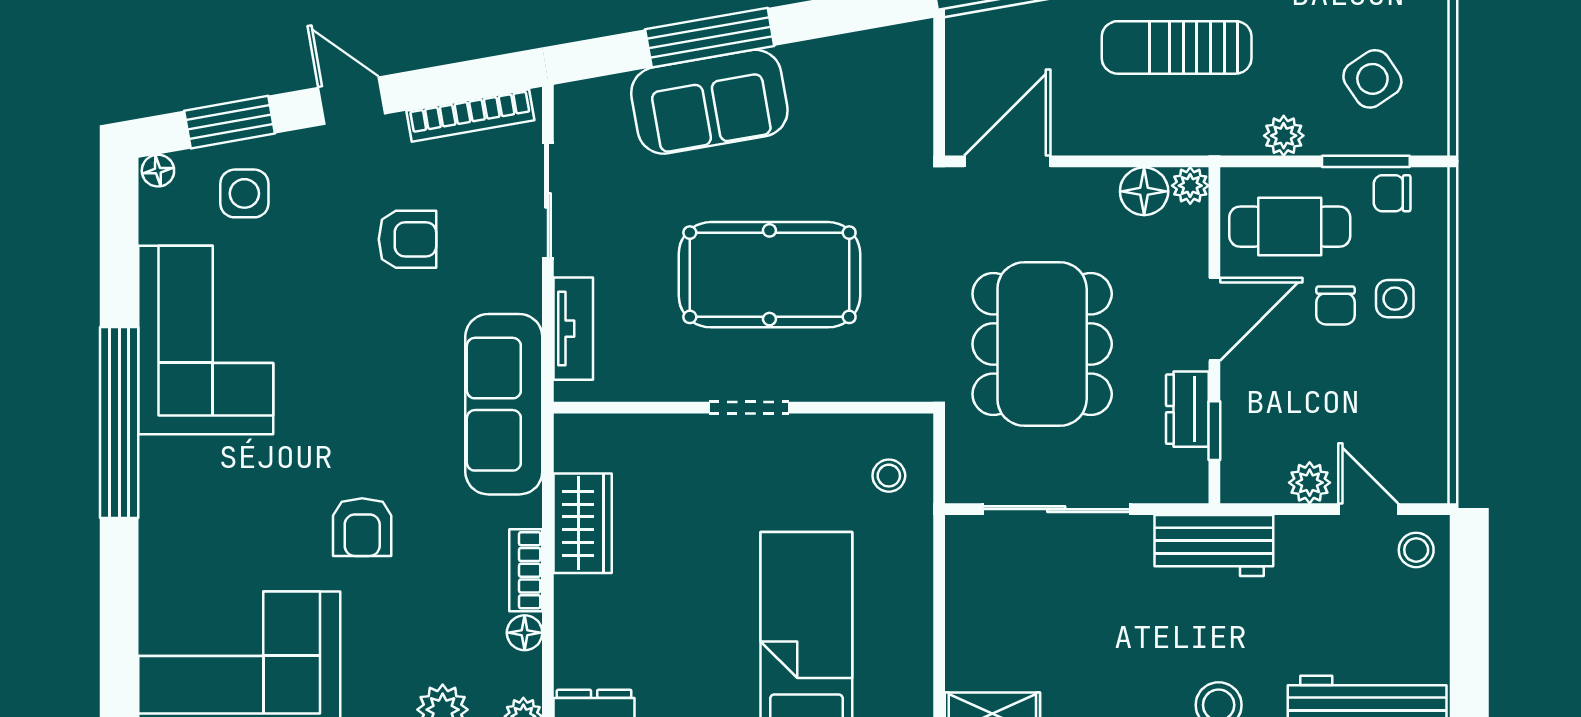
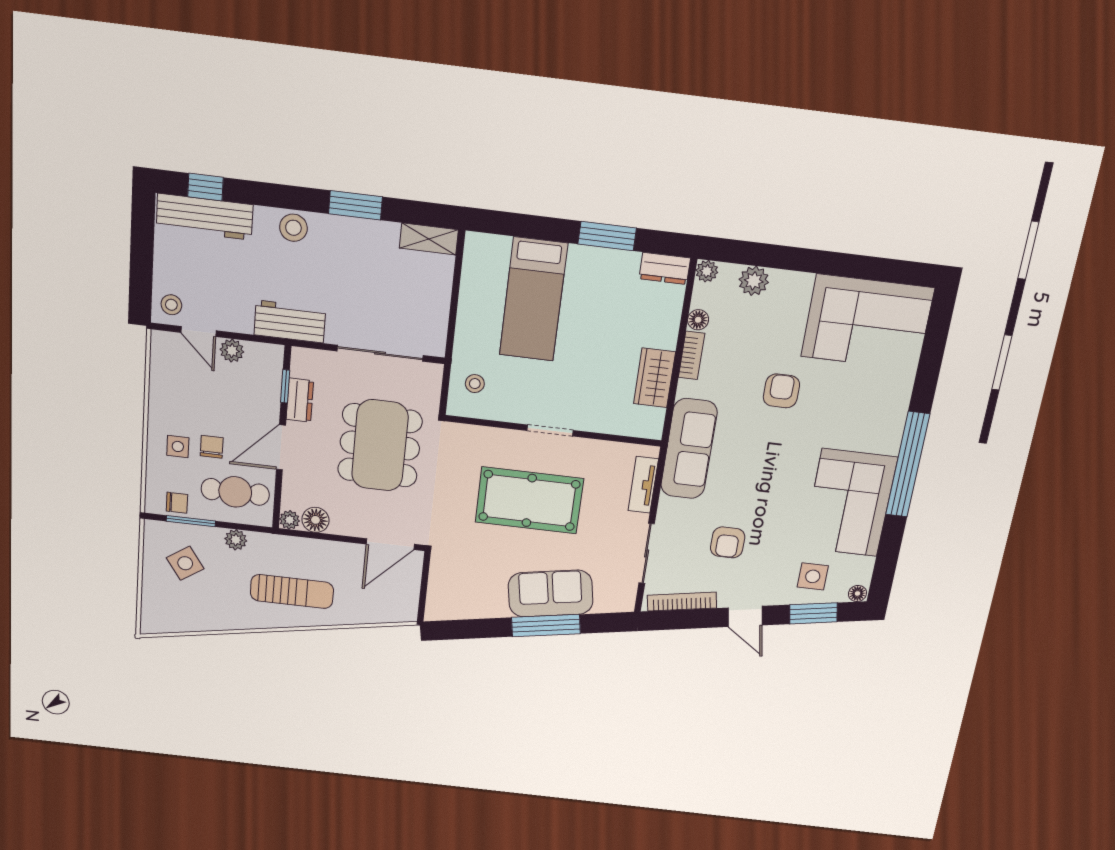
armchair: (407, 239) -> (728, 542), turned -90

